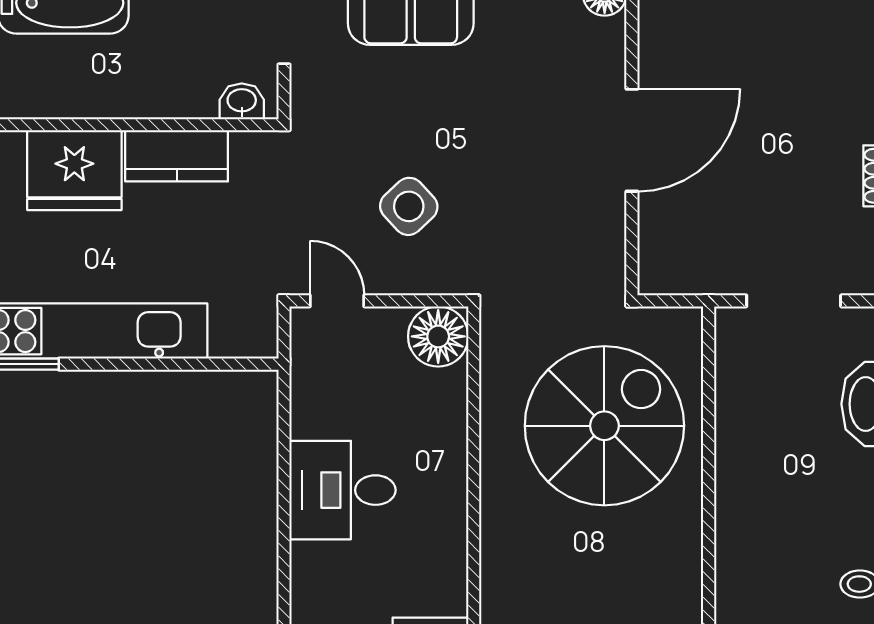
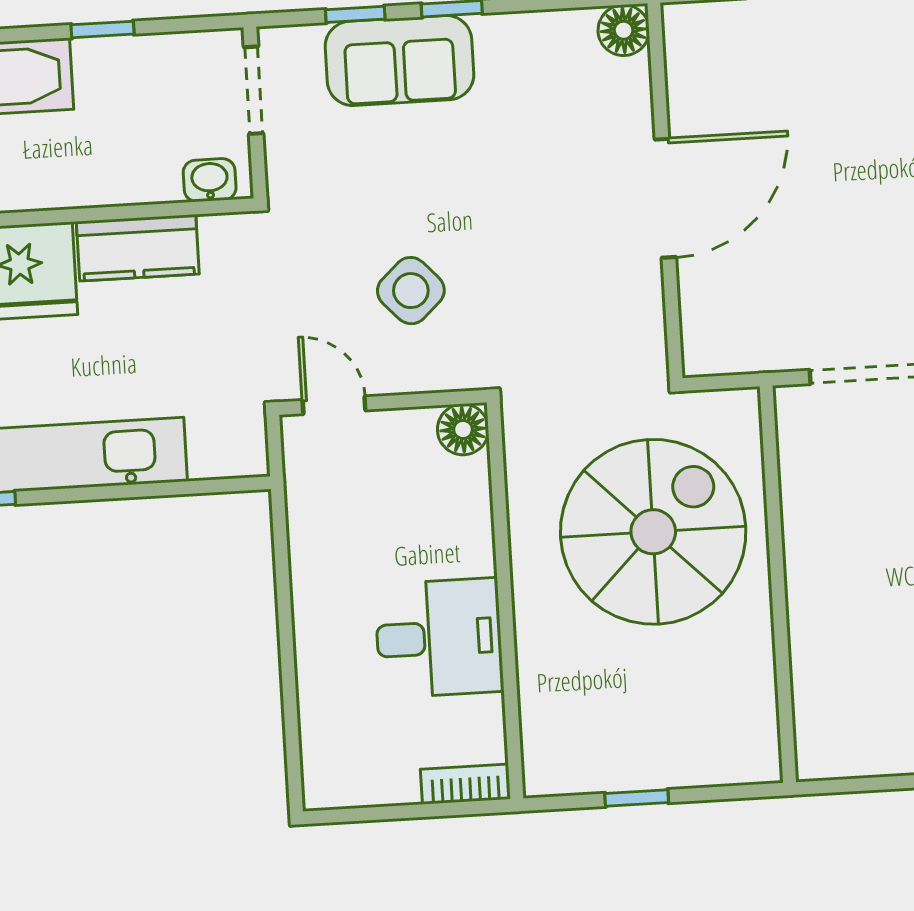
floor lamp: (438, 336) -> (463, 429), width x0.73, depth x0.73
desk: (343, 490) -> (439, 638), moved, turned 180

